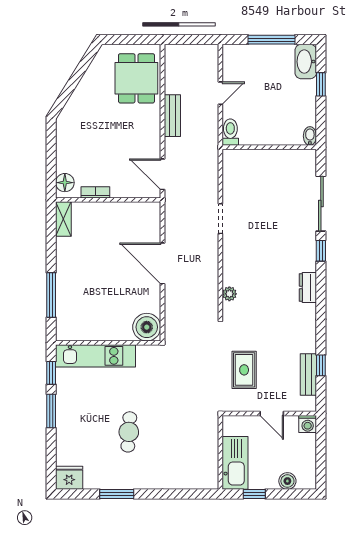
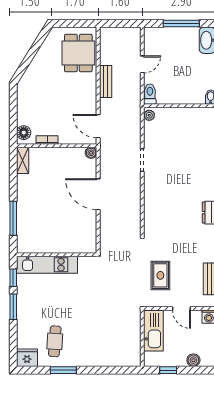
plant: (229, 294) -> (149, 115), moved
boiler: (147, 327) -> (91, 153), moved, width x0.54, depth x0.54
cafe table: (129, 432) -> (55, 341), moved
kitchen sink: (235, 463) -> (153, 331), moved

